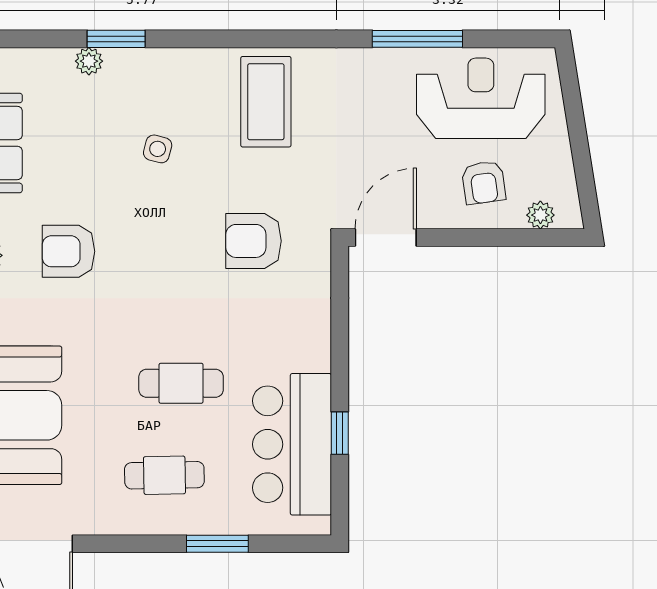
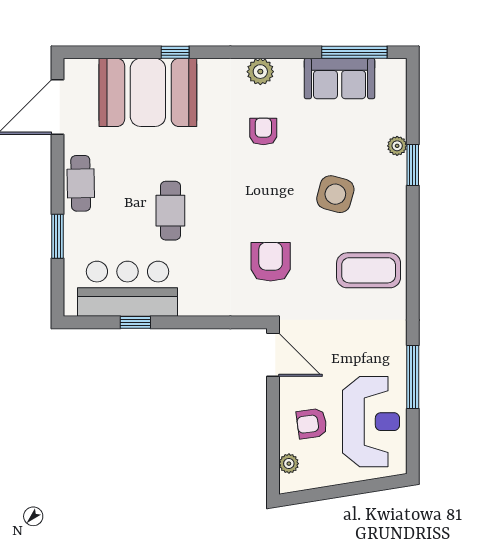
side table: (158, 149) -> (335, 194), width x1.87, depth x1.87
armchair: (68, 251) -> (263, 131), width x0.72, depth x0.72
cafe table: (164, 475) -> (81, 183), moved

